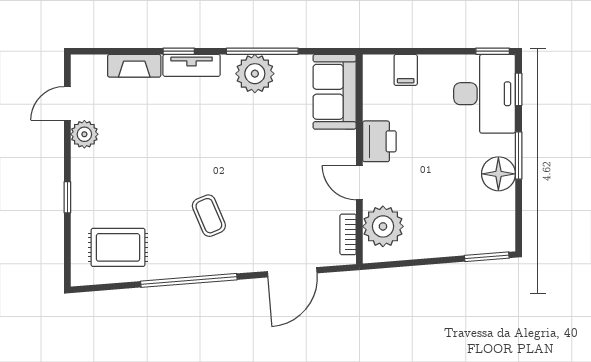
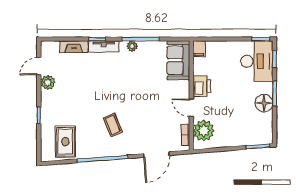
filing cabinet: (406, 70) -> (199, 49), moved
plant: (255, 74) -> (132, 46), width x0.53, depth x0.53
rug: (118, 247) -> (65, 142), turned 90

